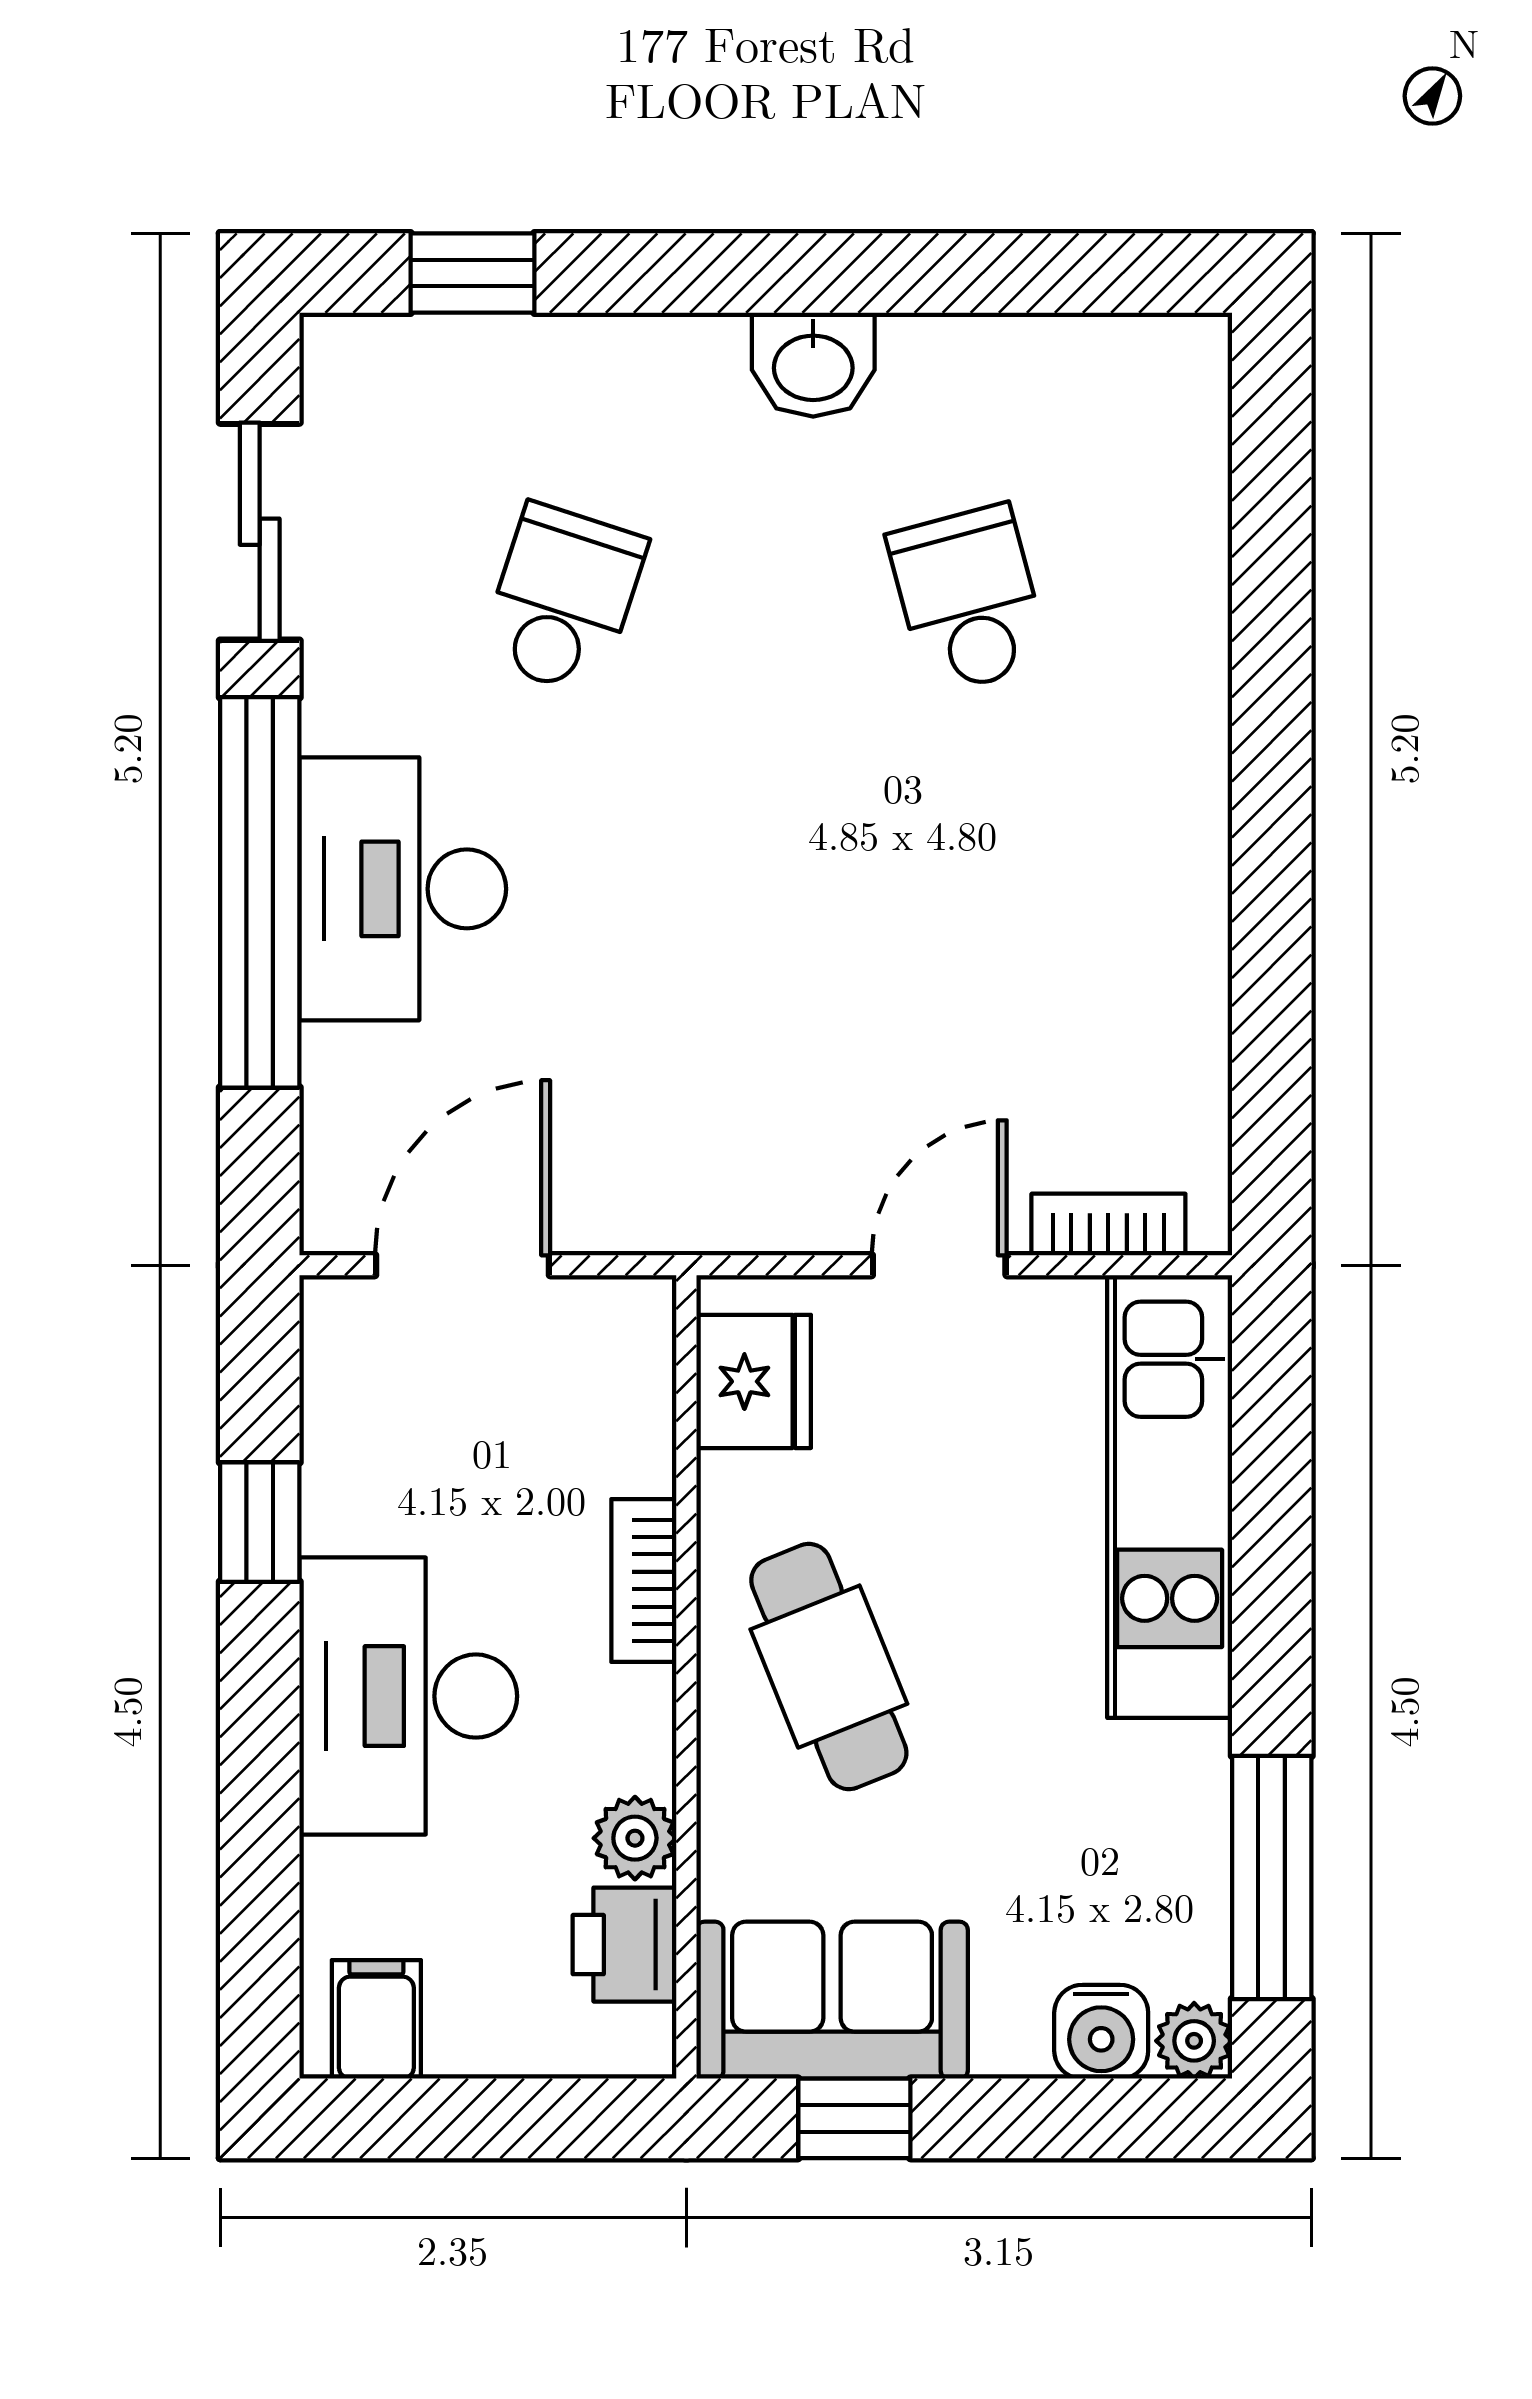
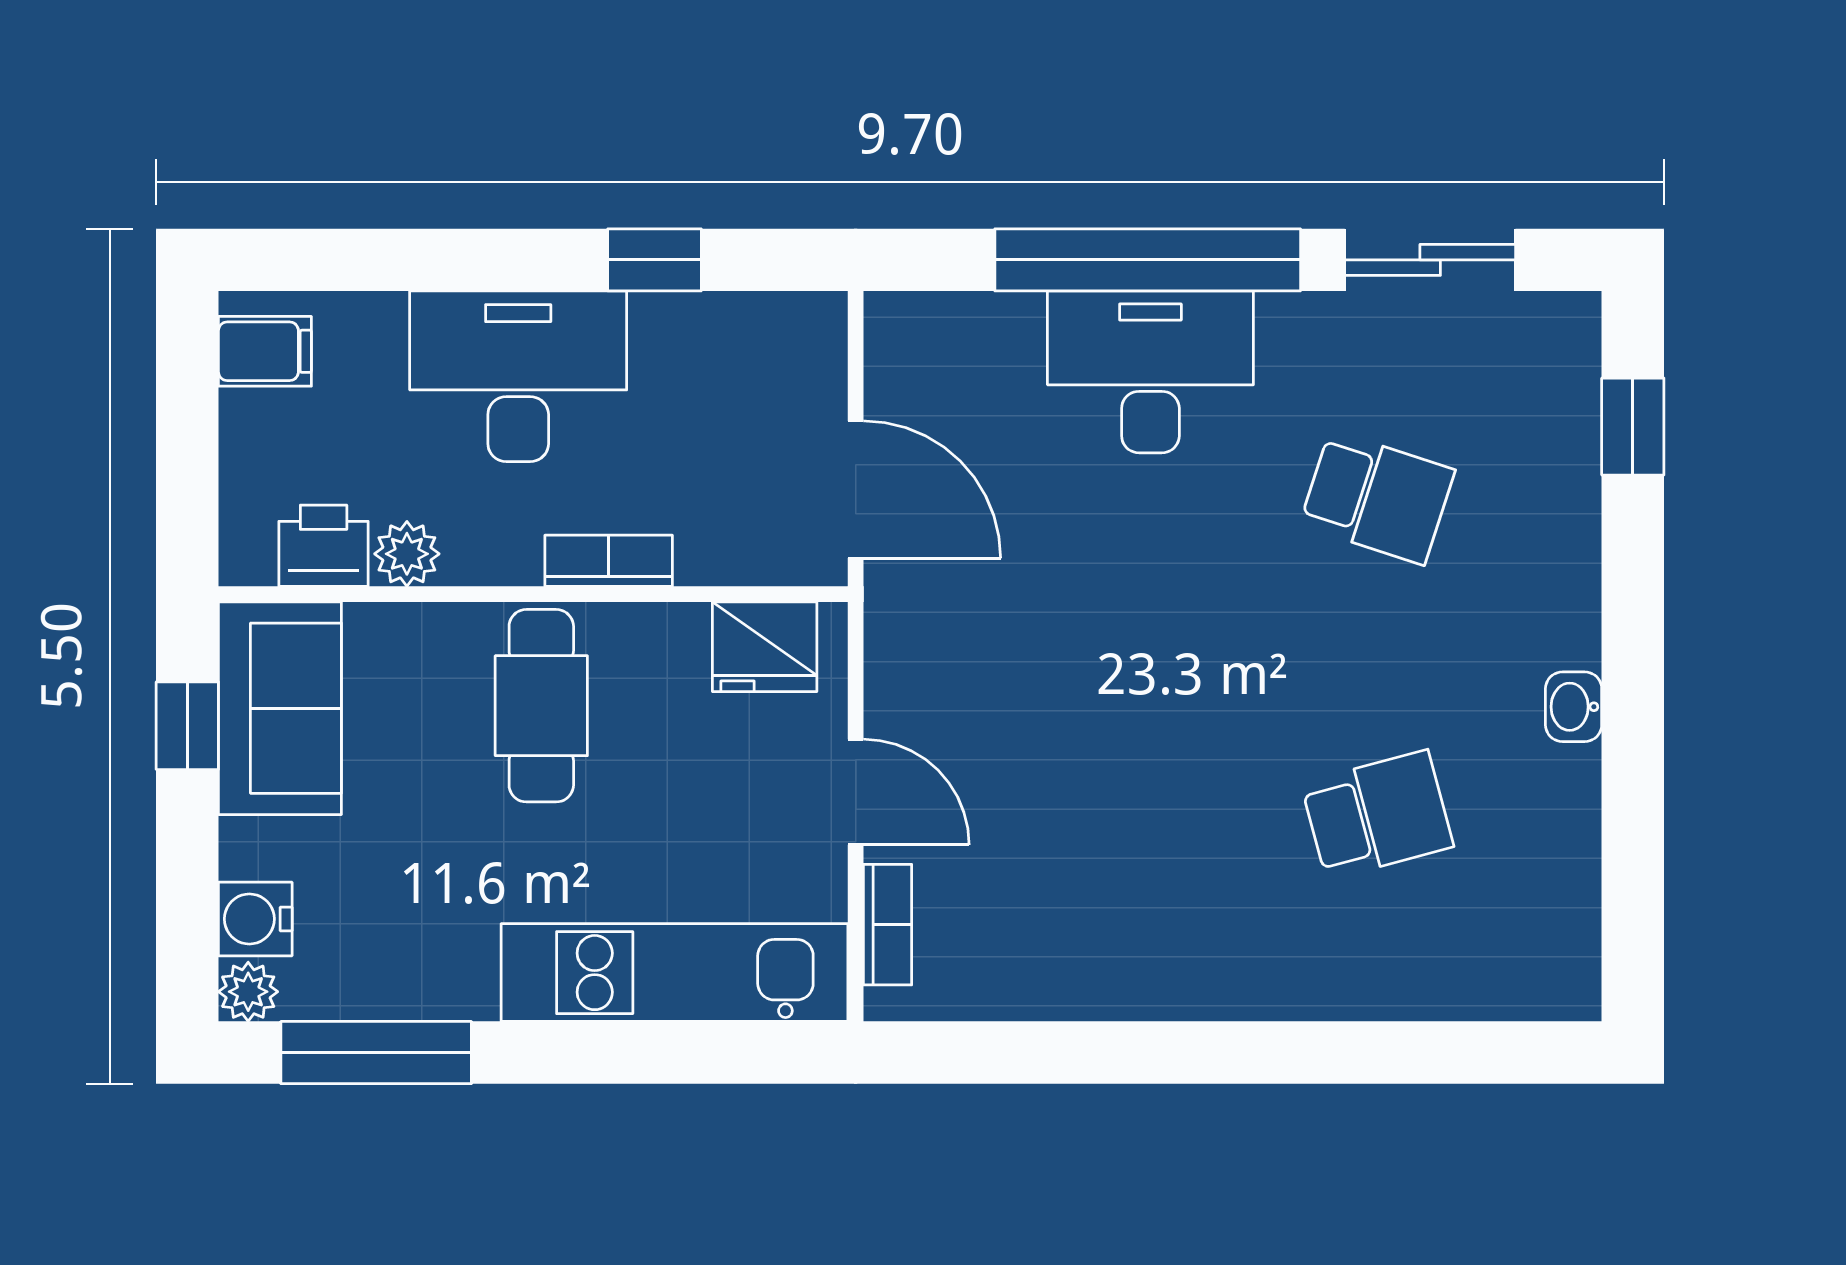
washbasin: (813, 365) -> (1574, 707), width x0.72, depth x0.69
door: (463, 1265) -> (856, 489), moved
cafe table: (829, 1667) -> (541, 706), turned -68

